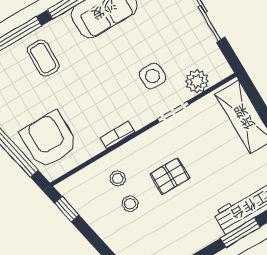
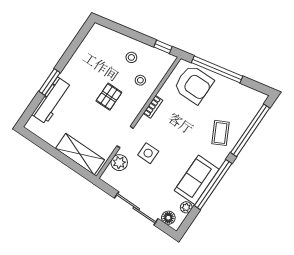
coffee table: (43, 58) -> (220, 133), turned 63
stool: (130, 204) -> (131, 57), moved

